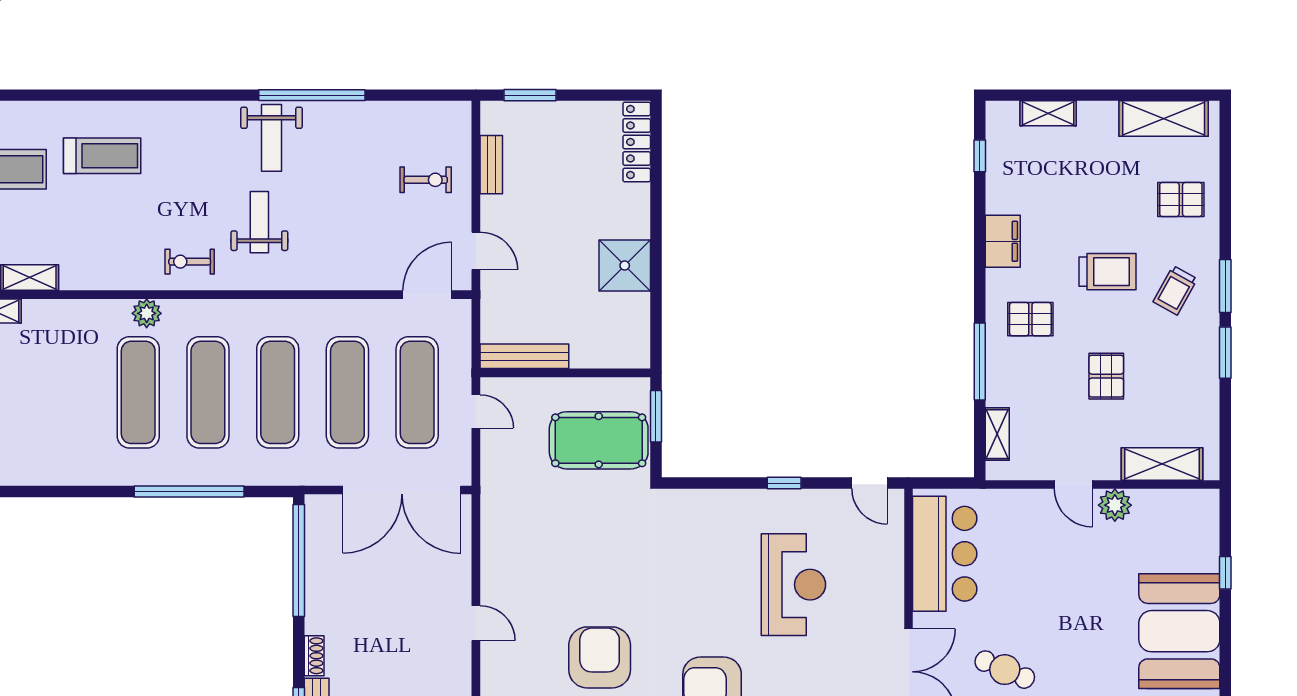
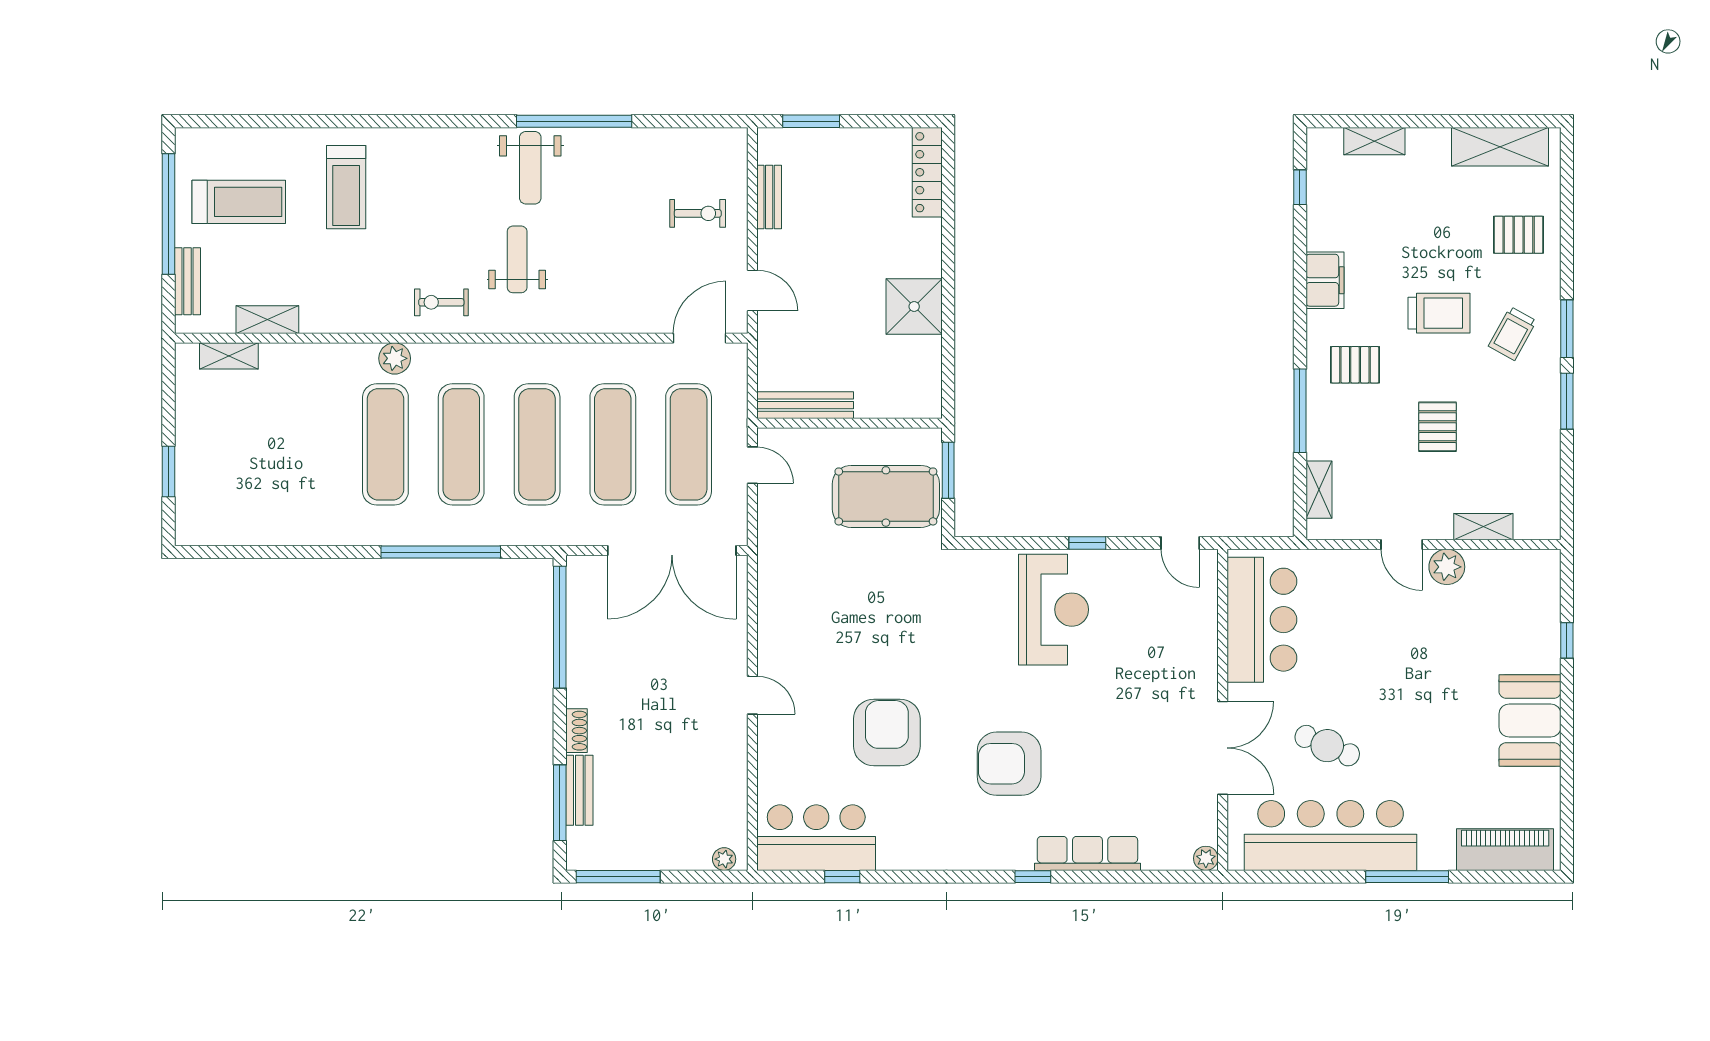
treadmill: (102, 156) -> (346, 187), turned 90
shelving: (1162, 464) -> (1483, 527), width x0.67, depth x0.75
reception desk: (793, 585) -> (1054, 610), moved
booth: (1179, 631) -> (1530, 720), width x0.73, depth x0.70

